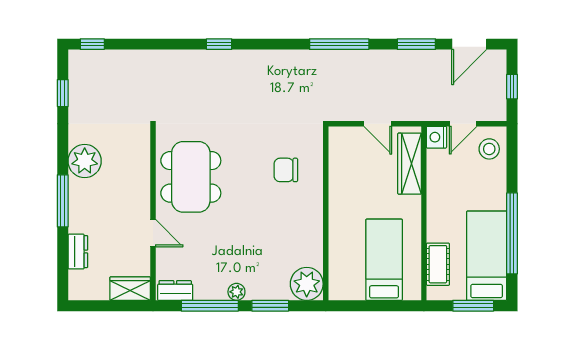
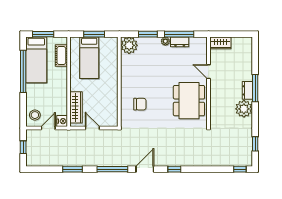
door: (469, 44) -> (145, 169), moved
dresser: (78, 252) -> (247, 90), moved
dresser: (175, 291) -> (180, 42), moved
window: (374, 306) -> (94, 34), added

